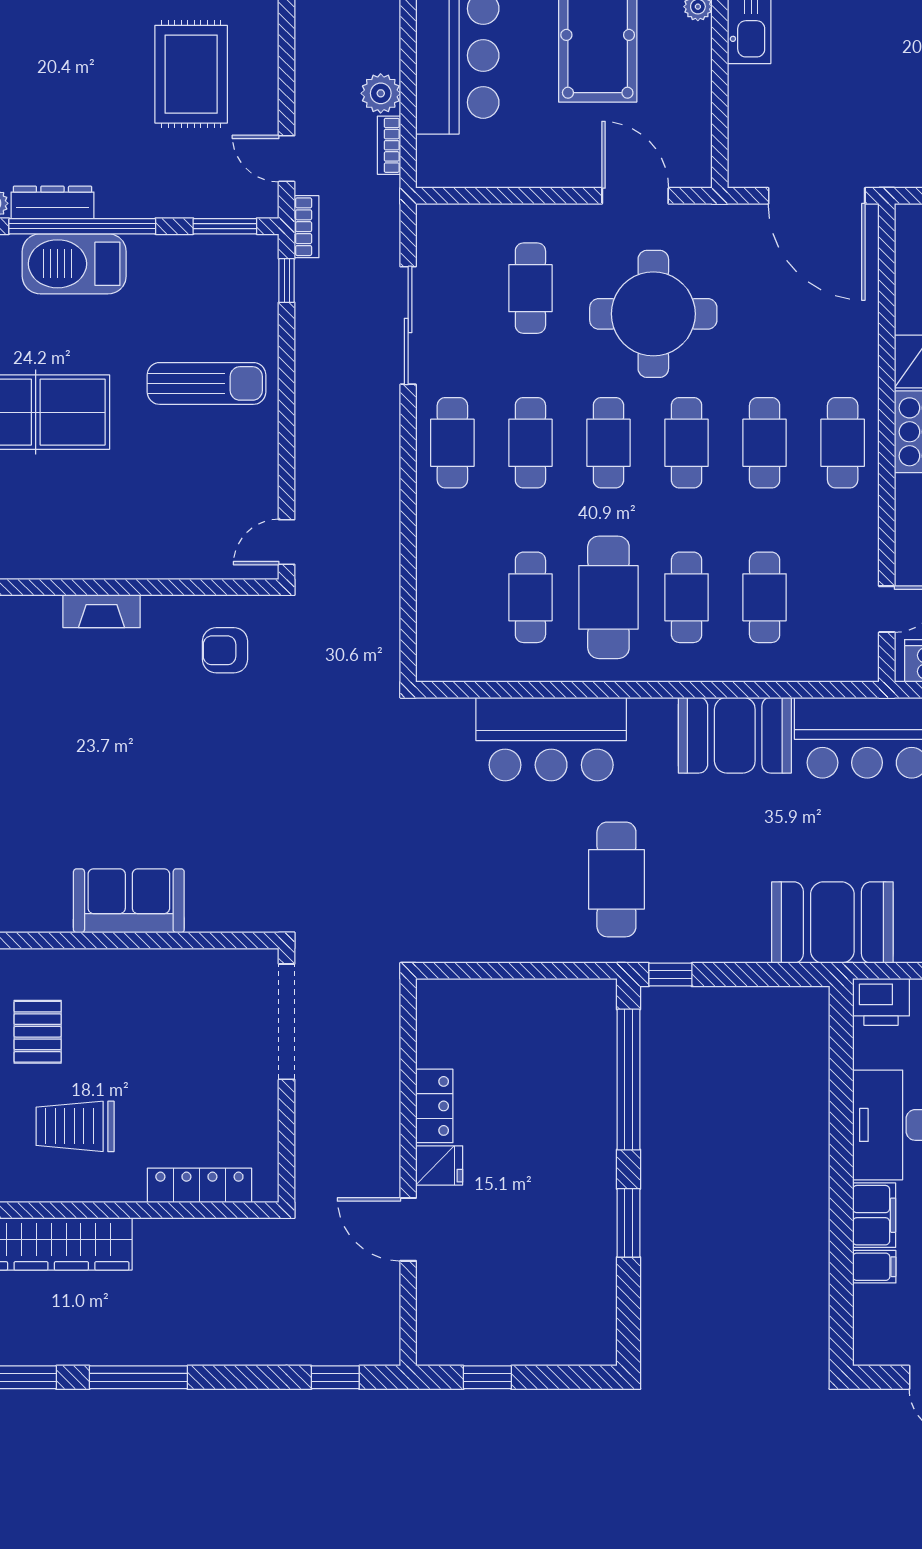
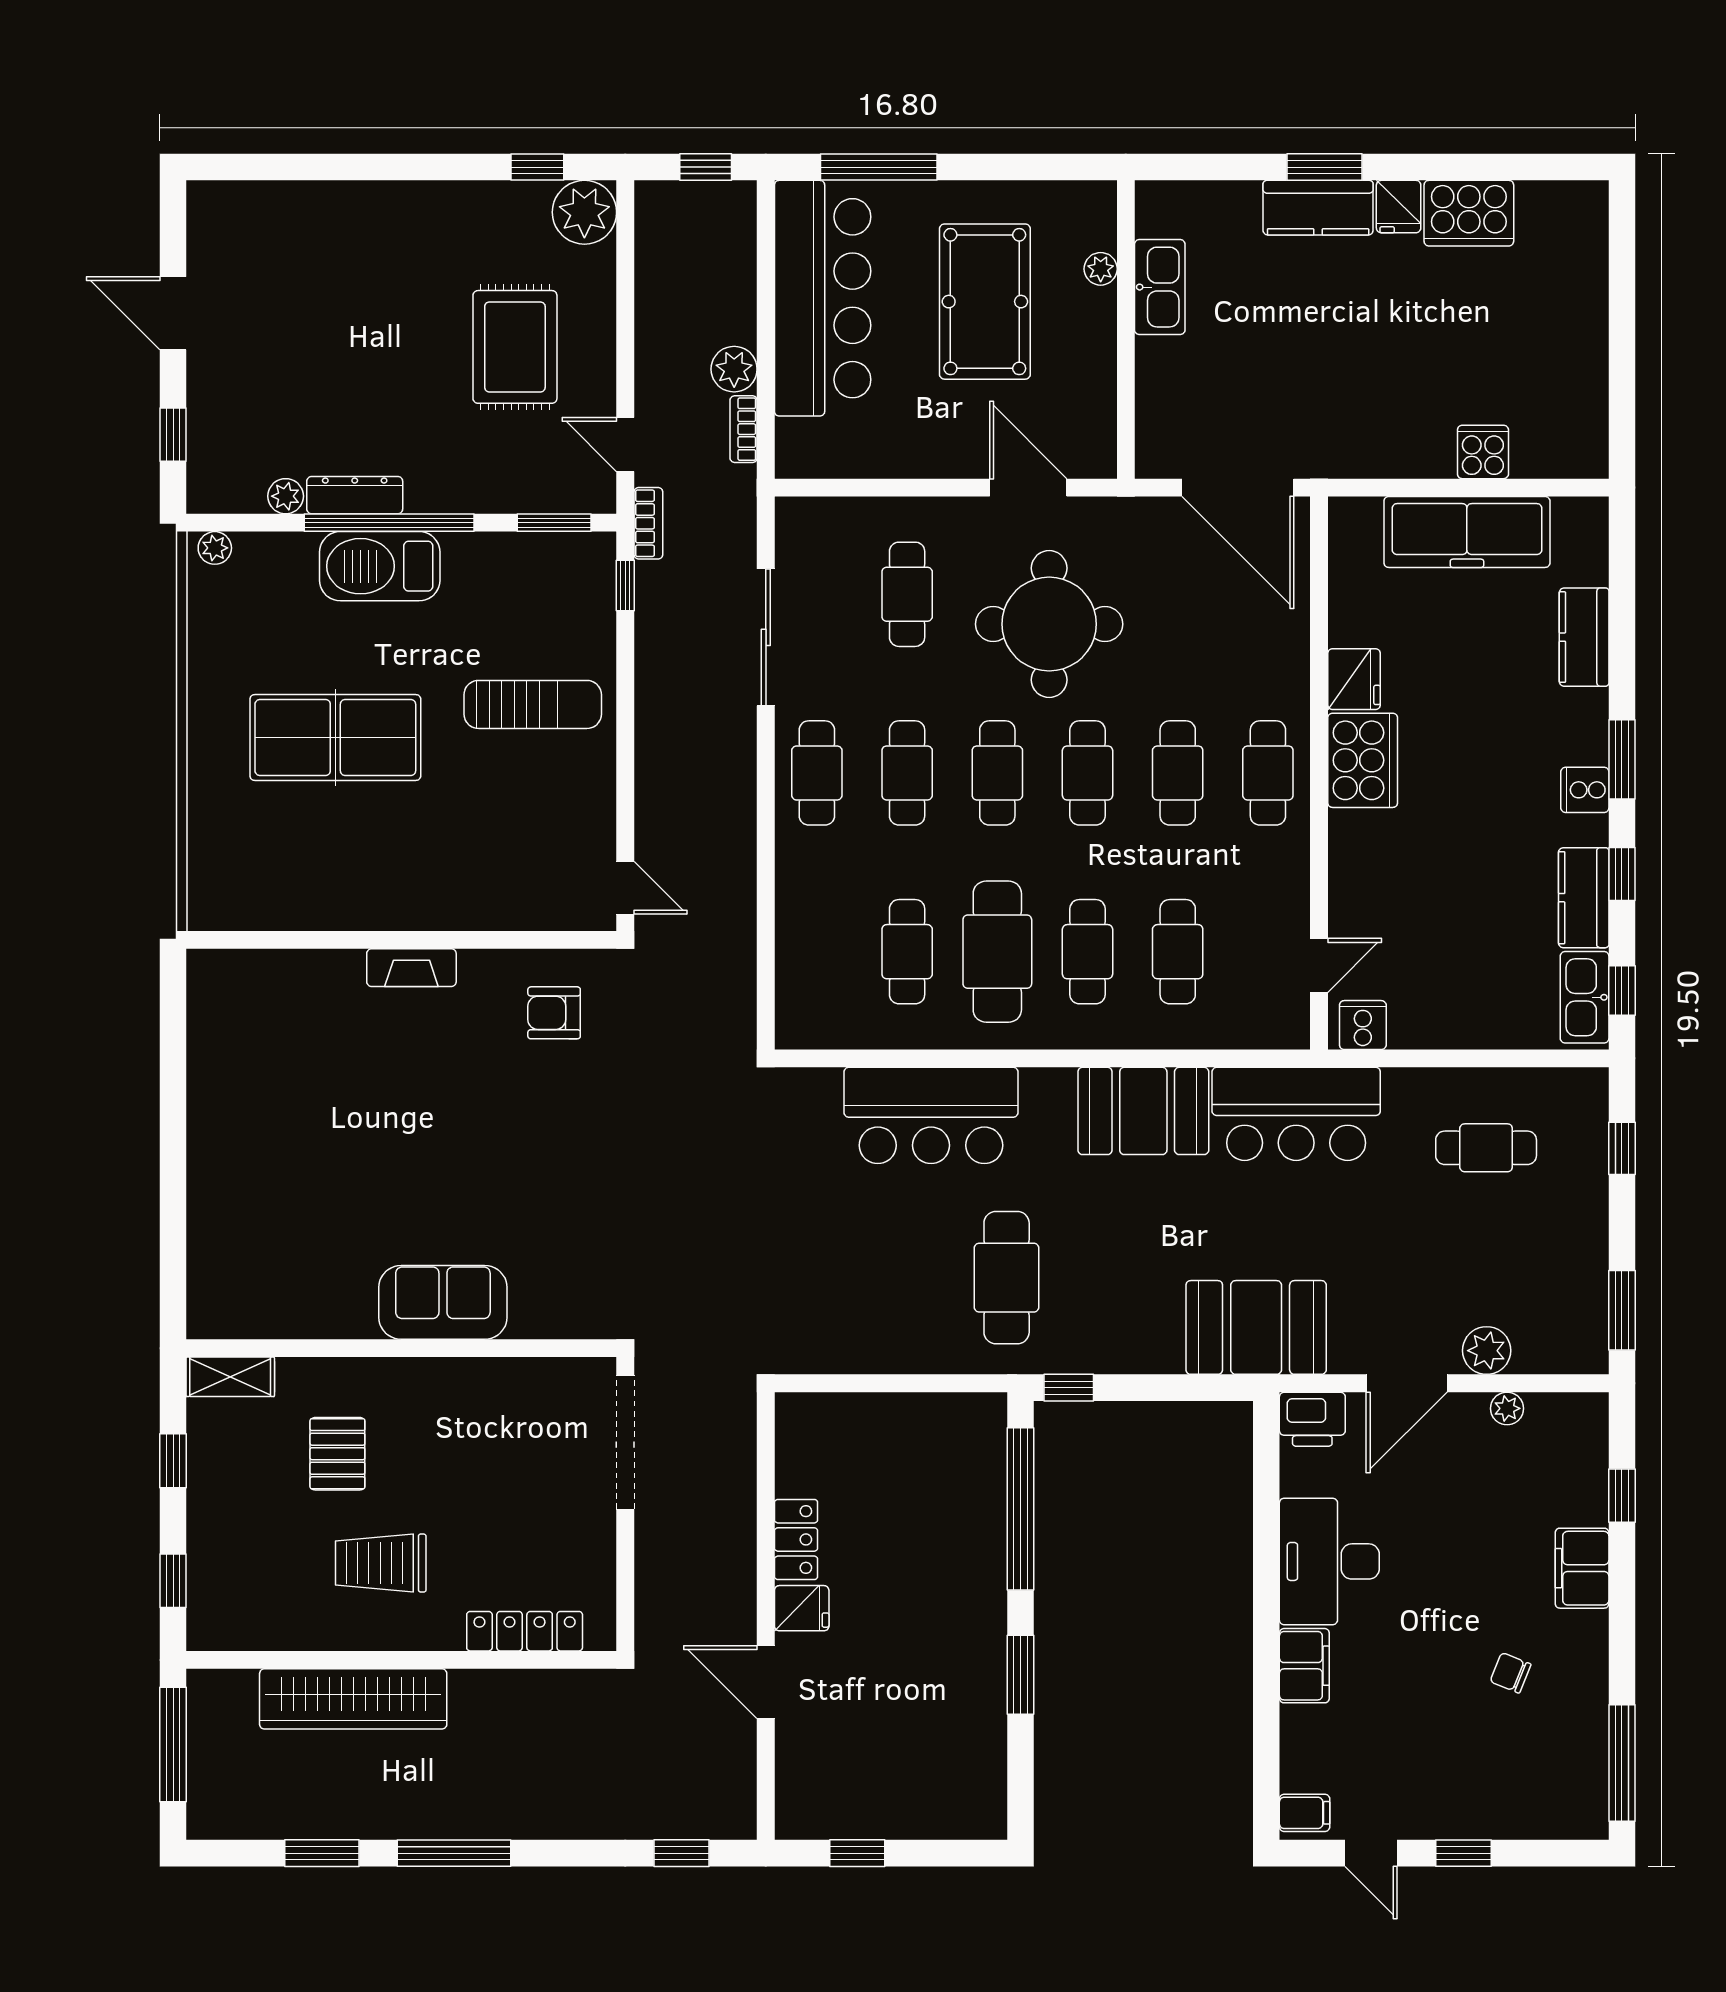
door: (287, 542) -> (625, 888), swing flipped
filing cabinet: (874, 1267) -> (1305, 1813), moved

